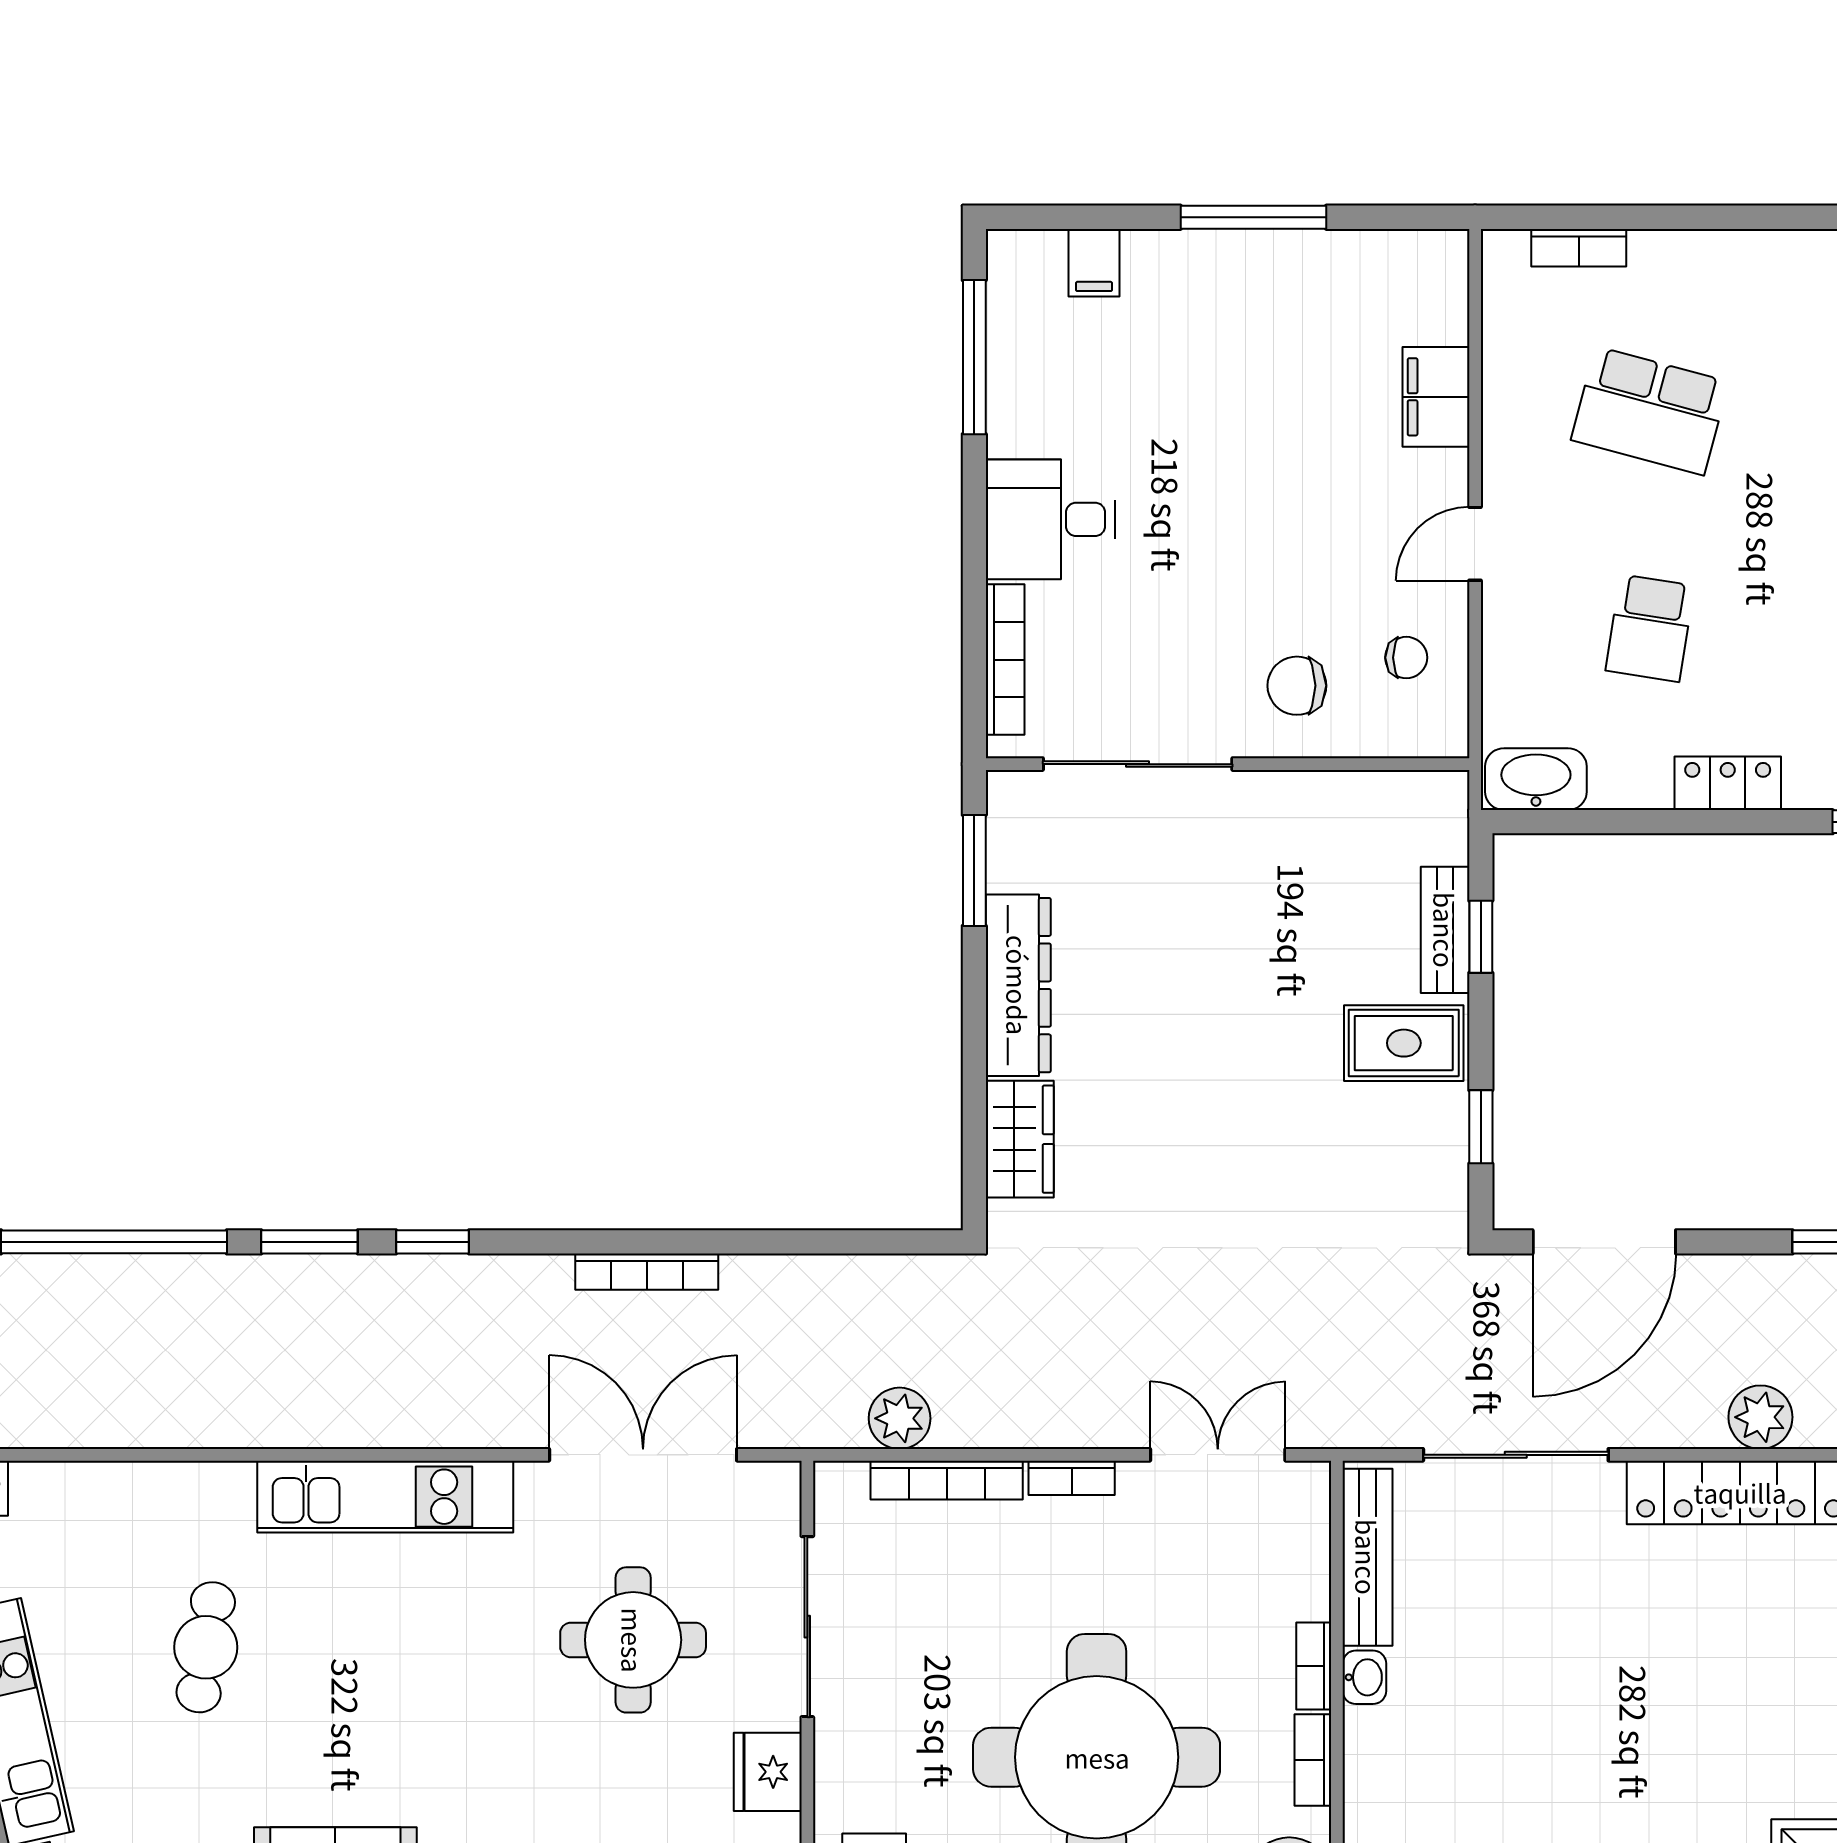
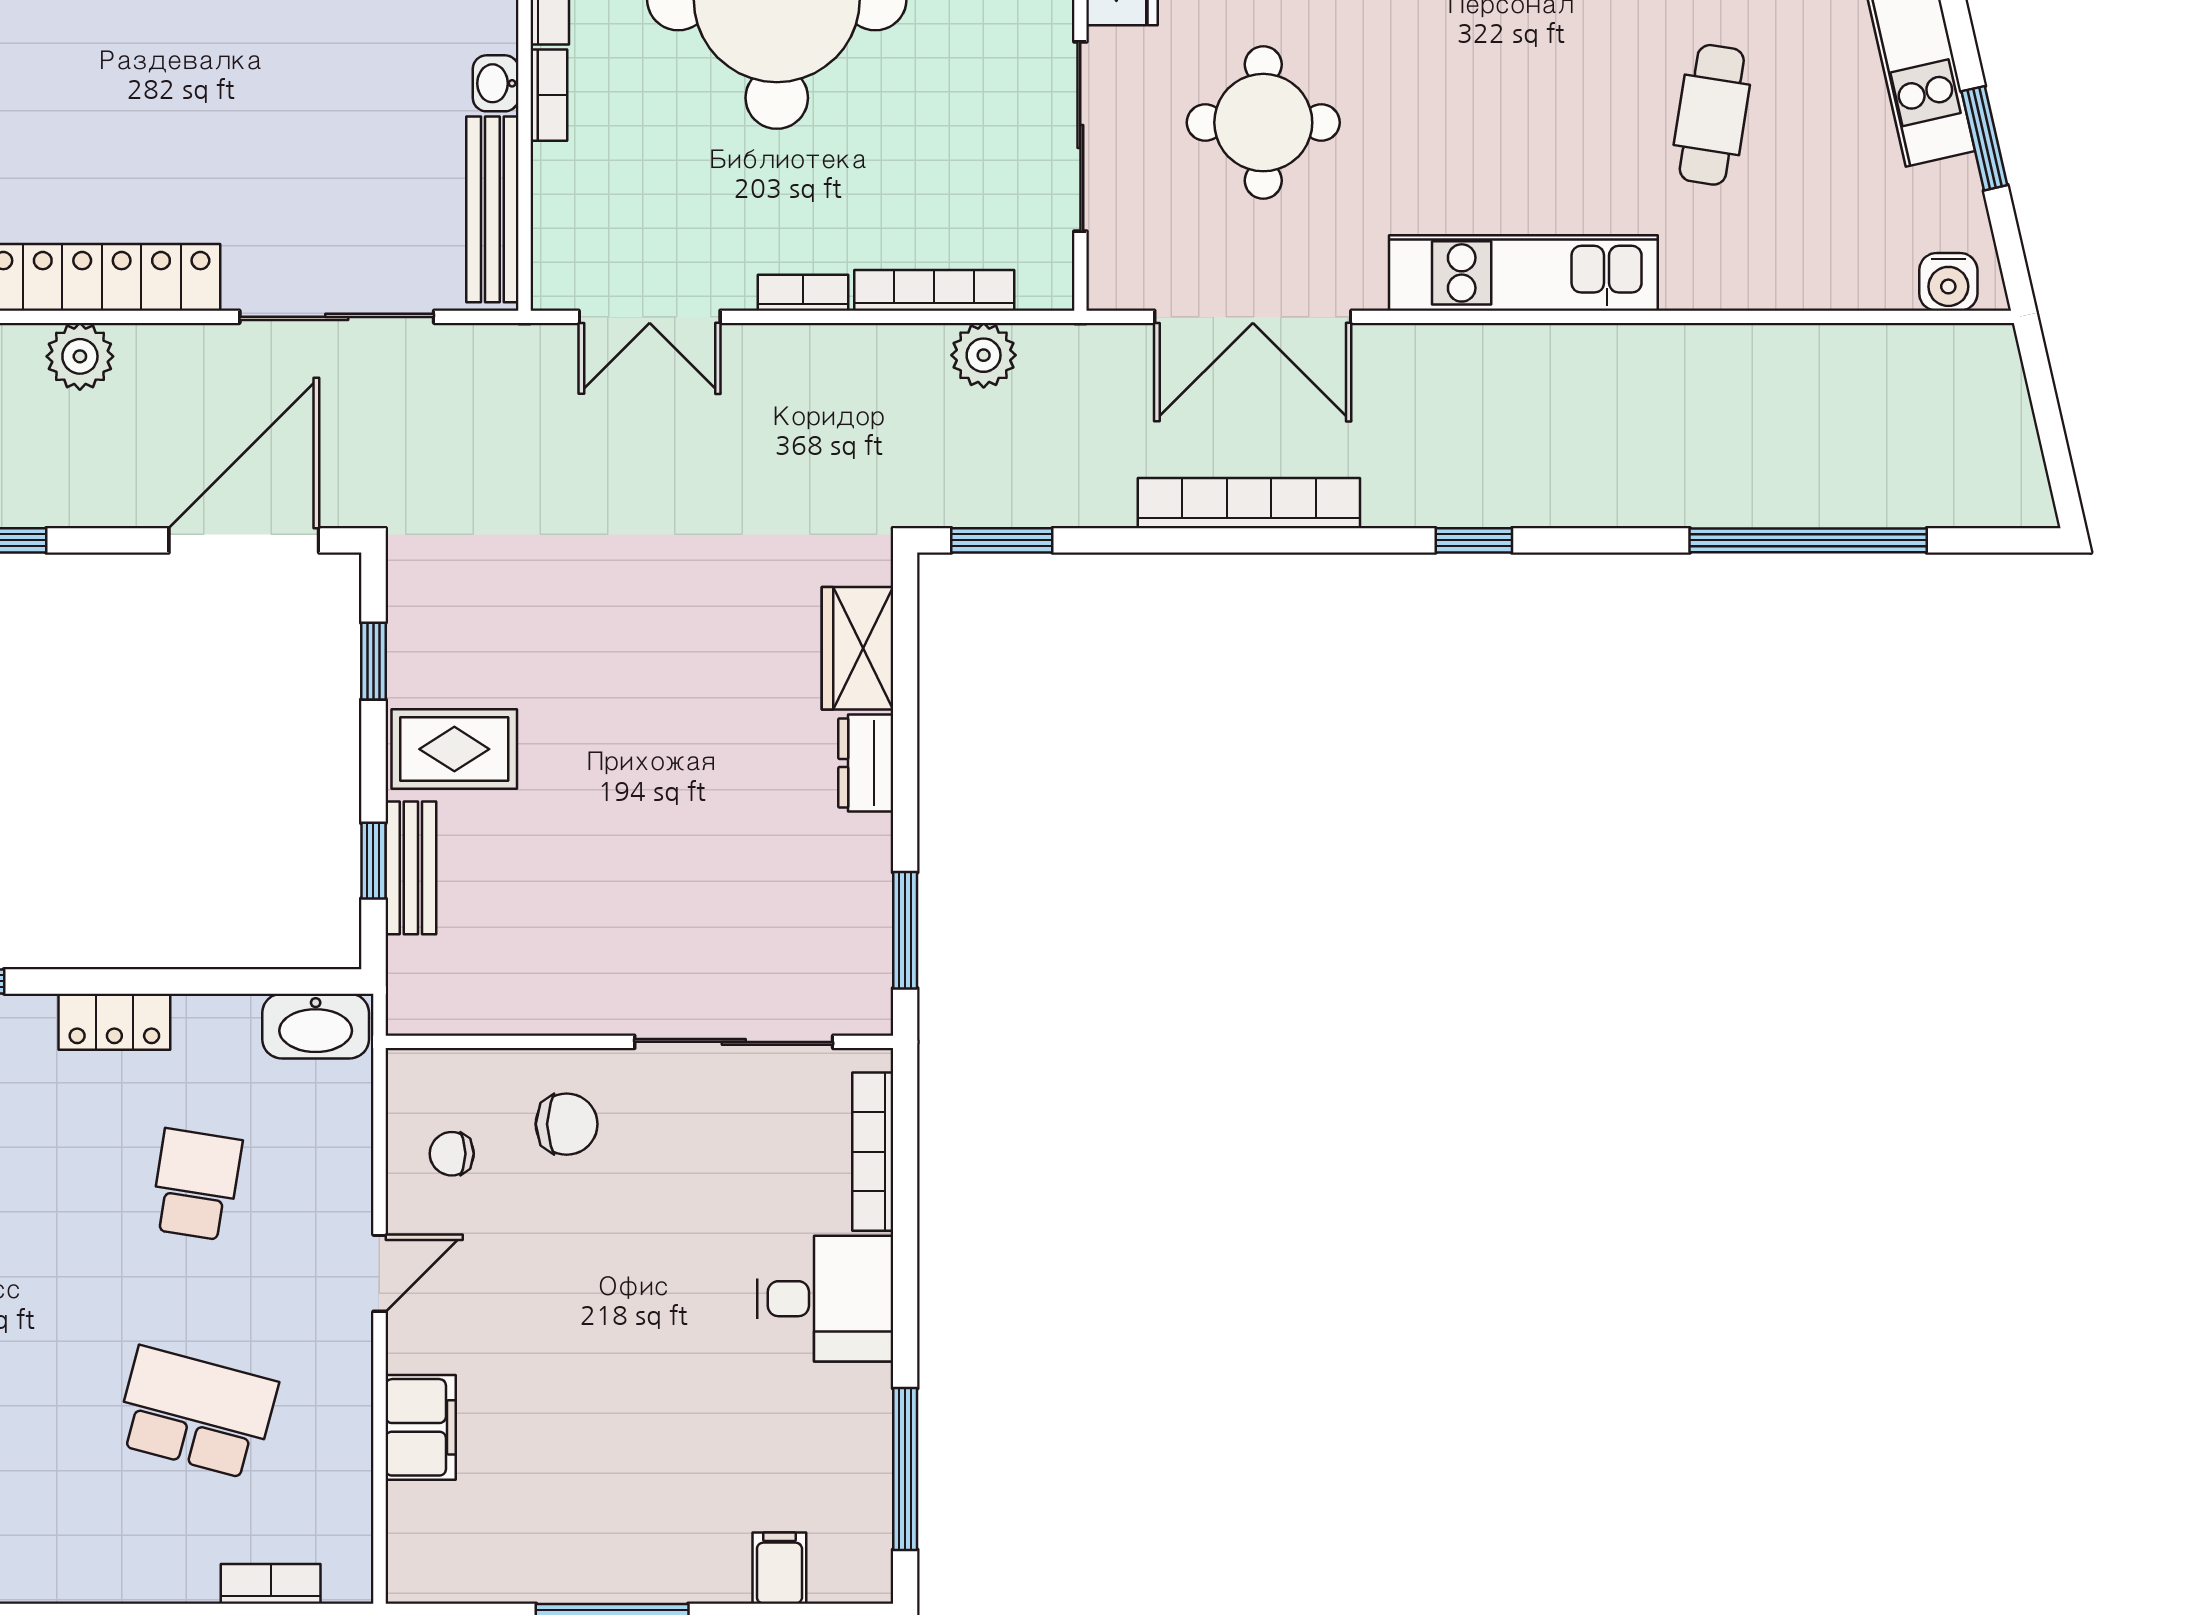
dresser: (1018, 985) -> (866, 763), width x0.51, depth x0.80
window: (309, 1242) -> (1002, 540), moved
bookcase: (647, 1272) -> (1249, 503), width x1.48, depth x1.31

